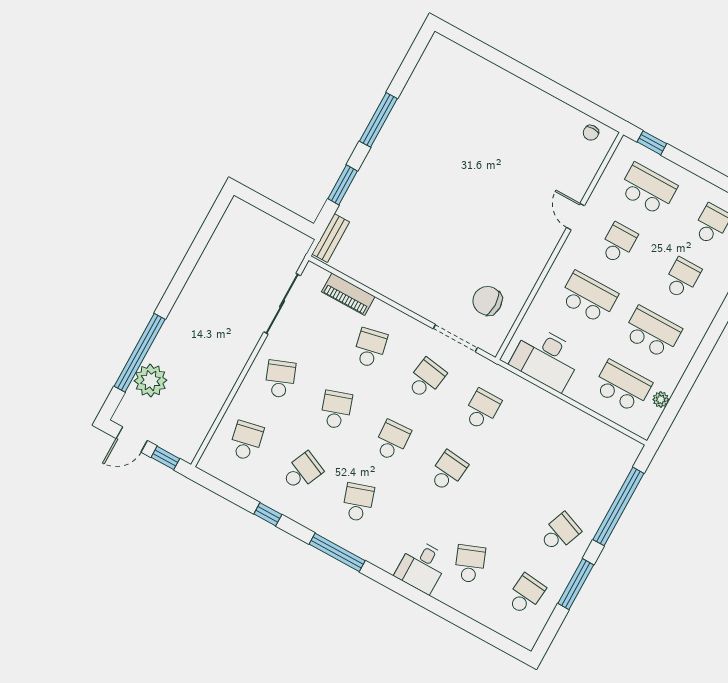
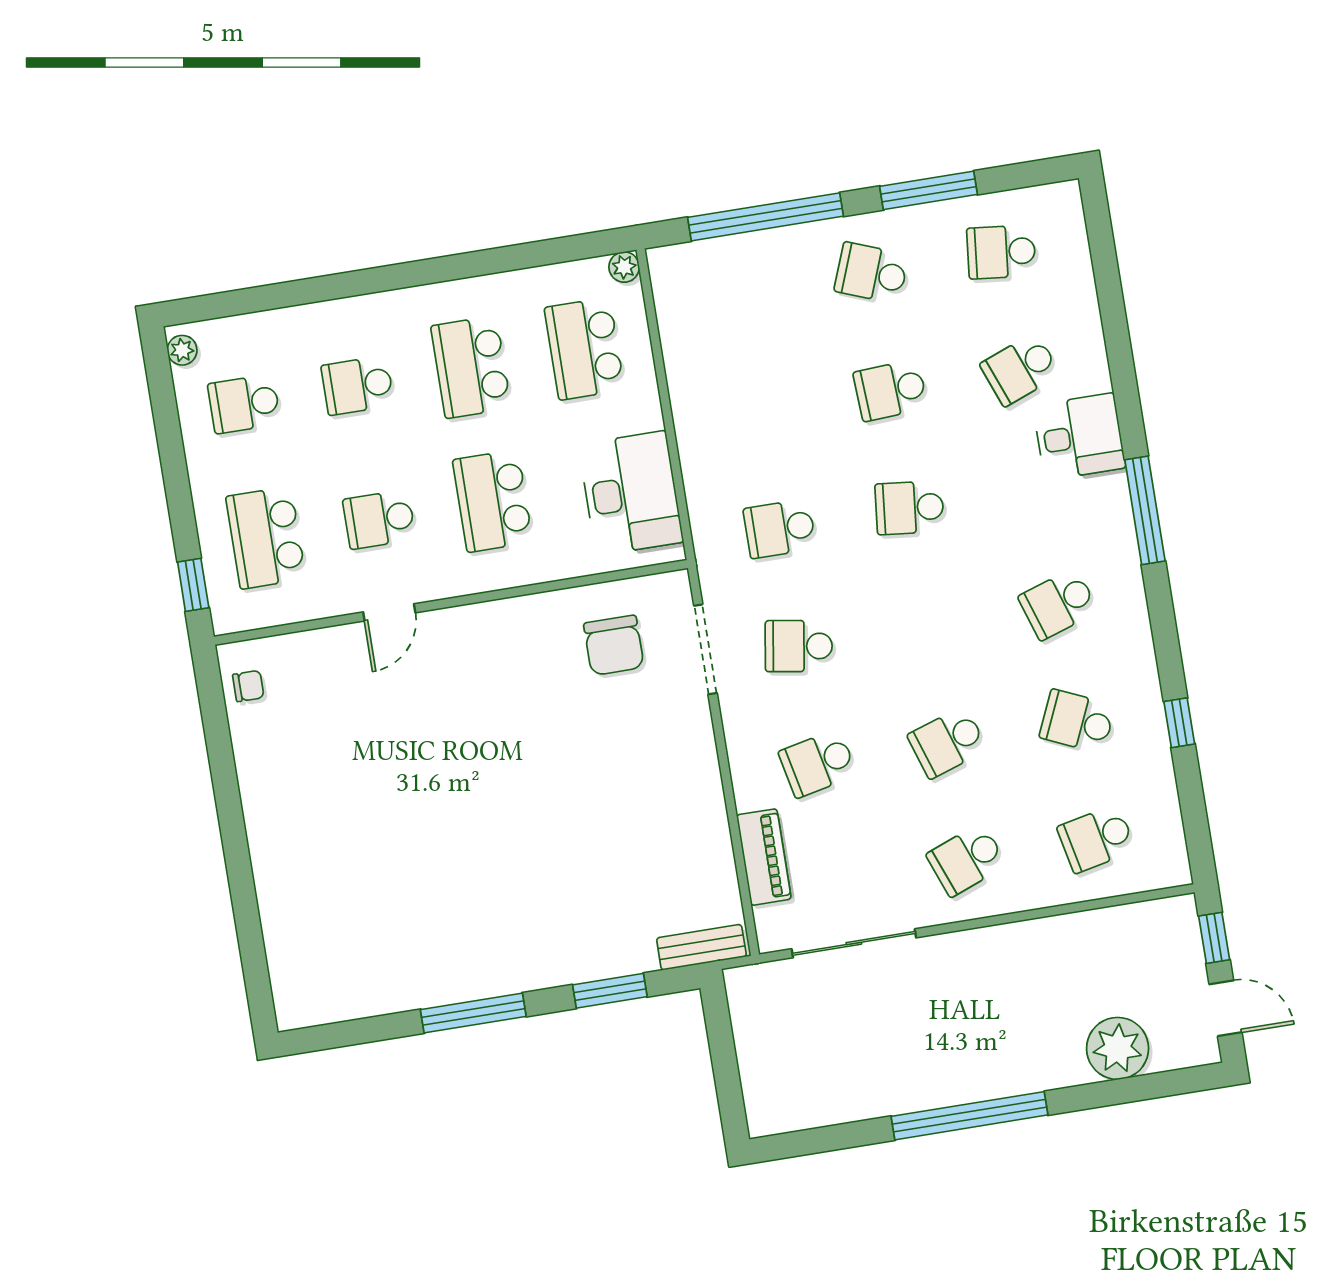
window: (140, 353) -> (970, 1116), moved
plant: (661, 399) -> (624, 267), moved
school desk: (392, 440) -> (890, 390), moved
window: (337, 552) -> (1145, 510), moved

